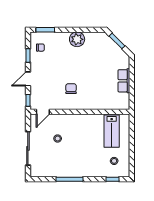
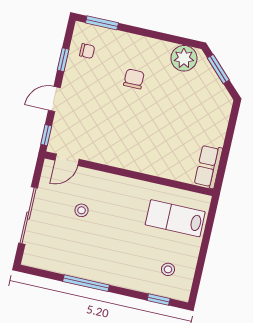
plant: (77, 39) -> (184, 58), moved
row of seats: (124, 81) -> (208, 166), moved
chair: (71, 89) -> (134, 79), moved
lab bench: (112, 131) -> (175, 218), turned 90

